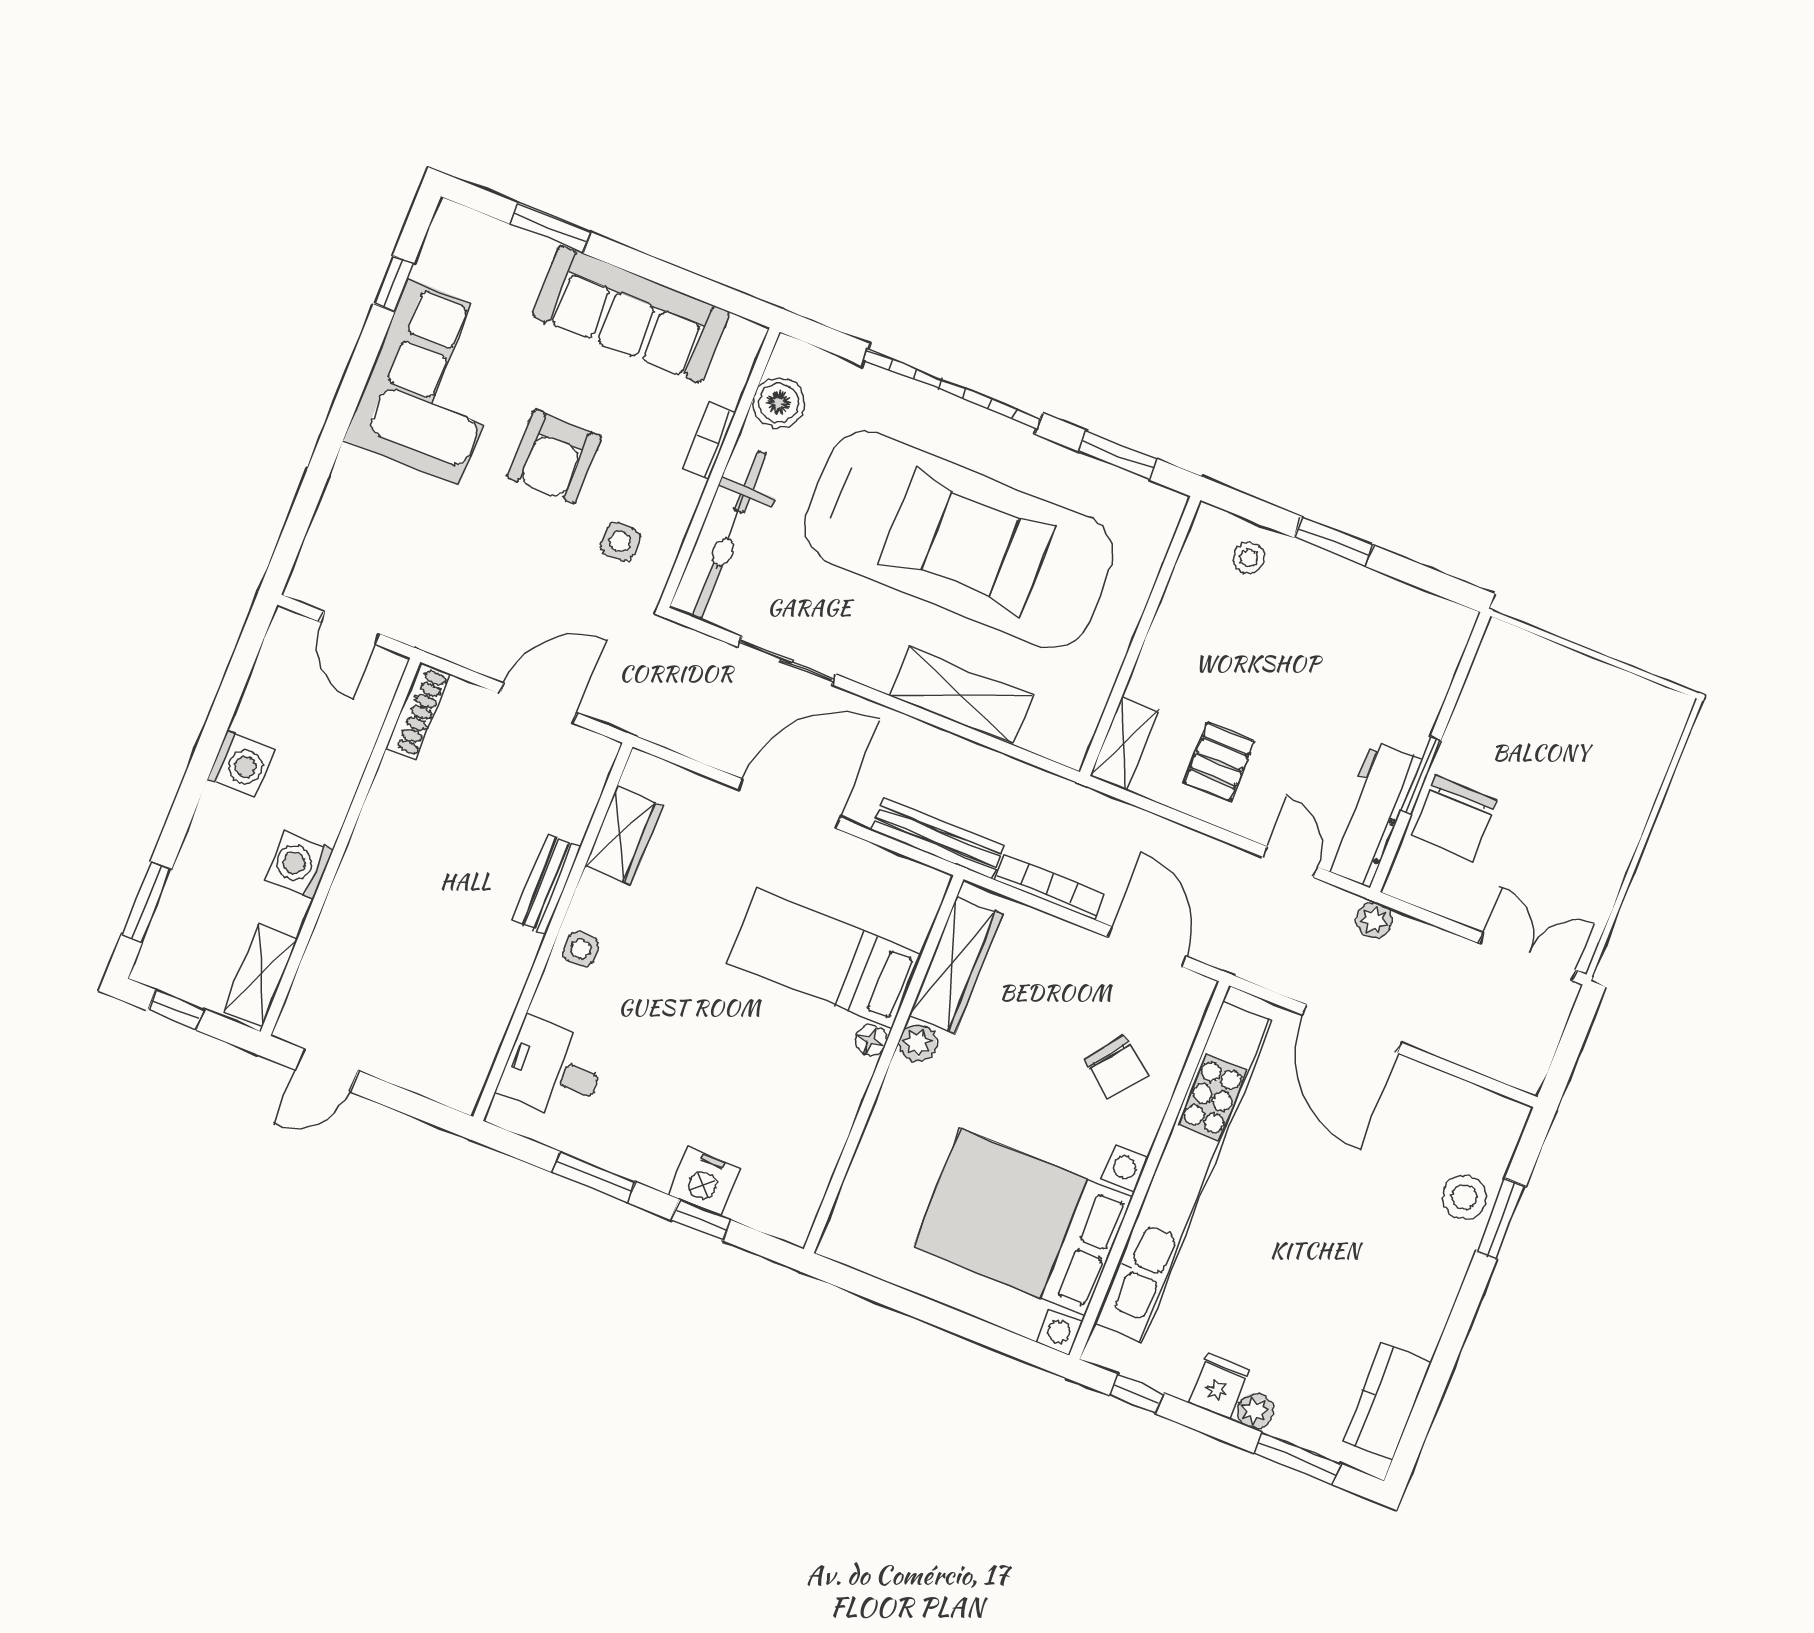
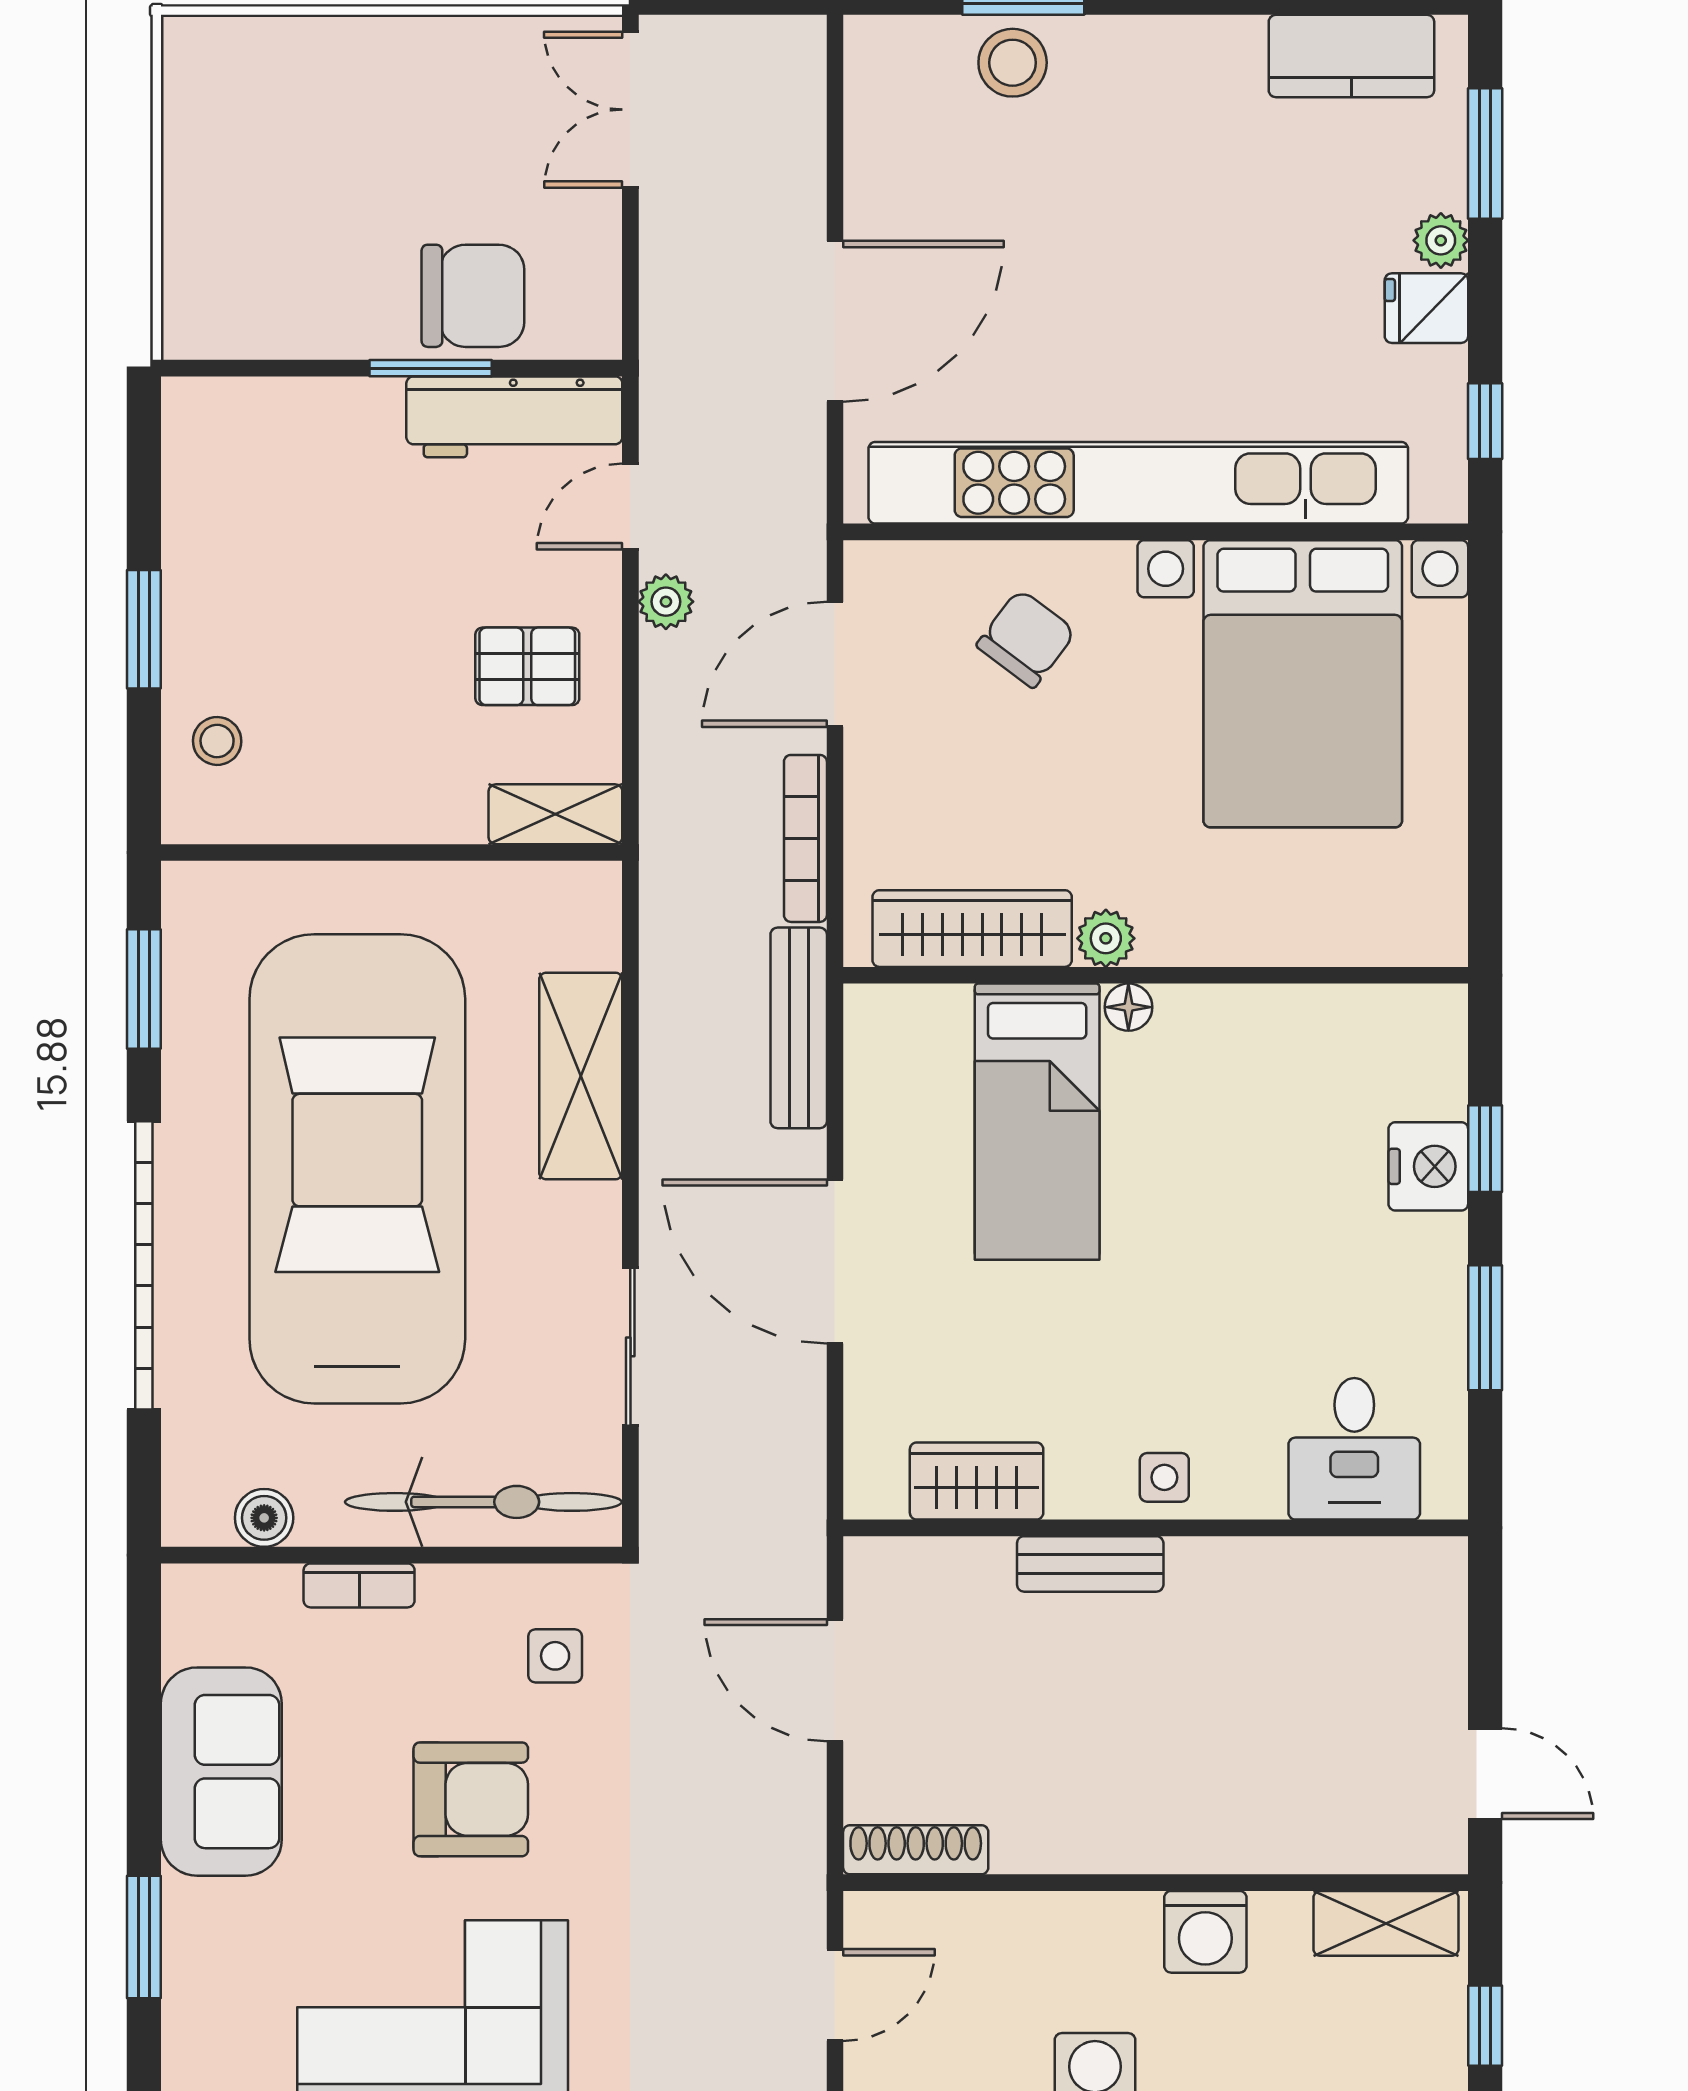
sofa: (631, 314) -> (221, 1772), width x0.73
boiler: (779, 403) -> (264, 1518), width x0.73, depth x0.73
plant: (1374, 920) -> (666, 602), moved

